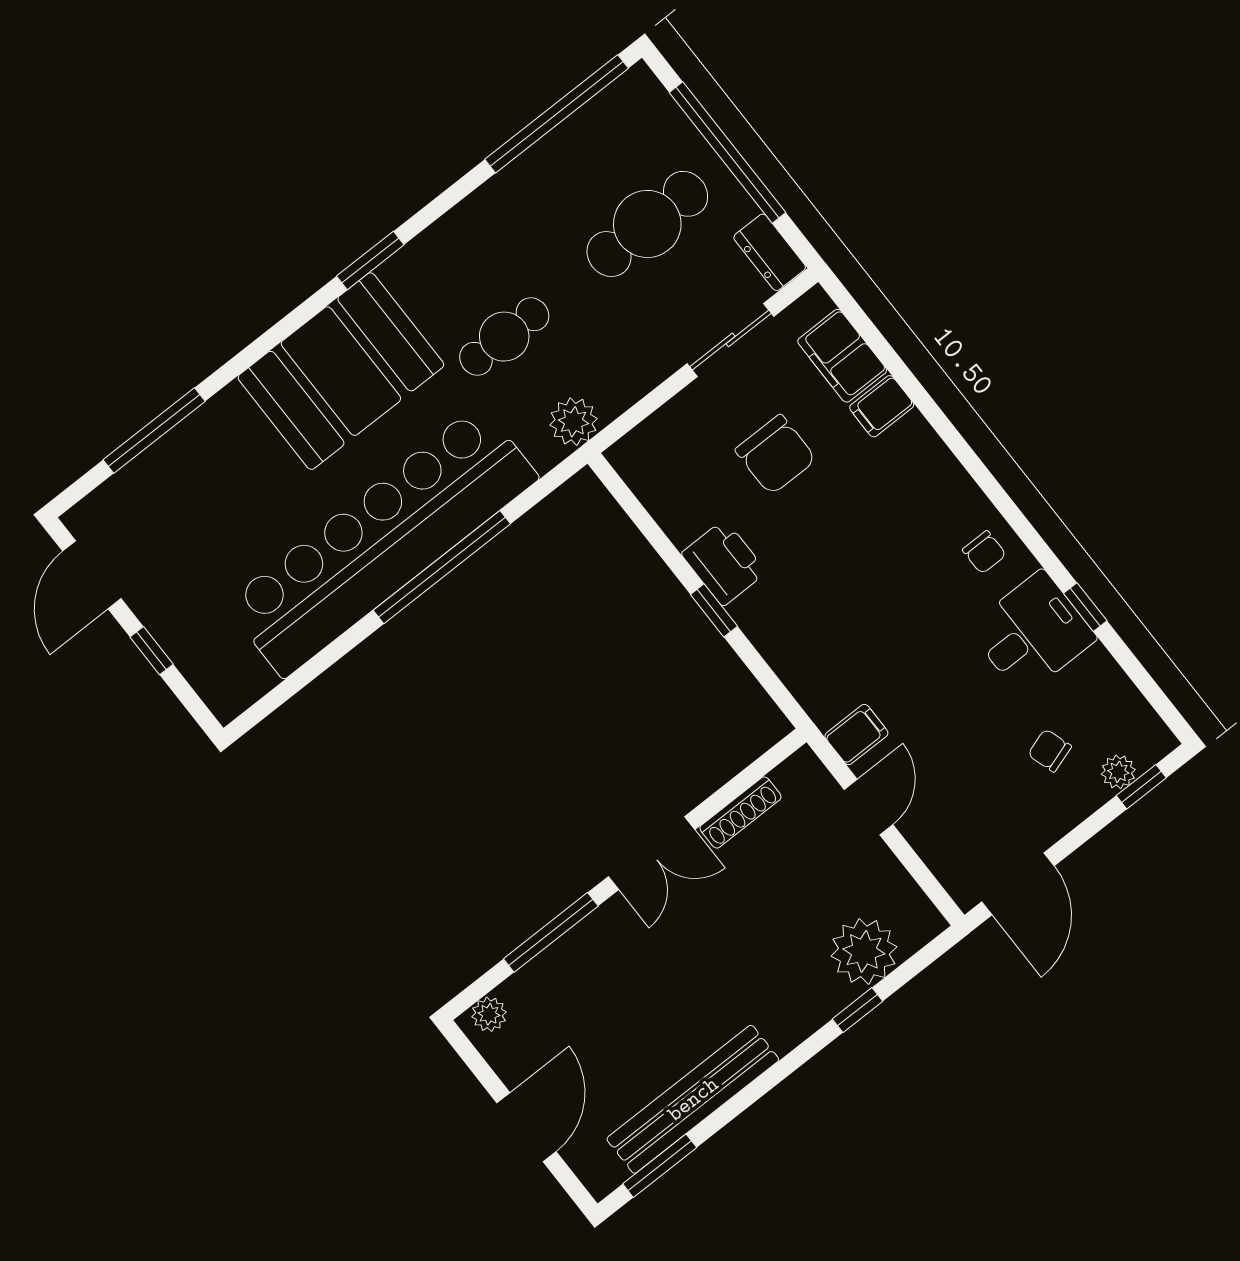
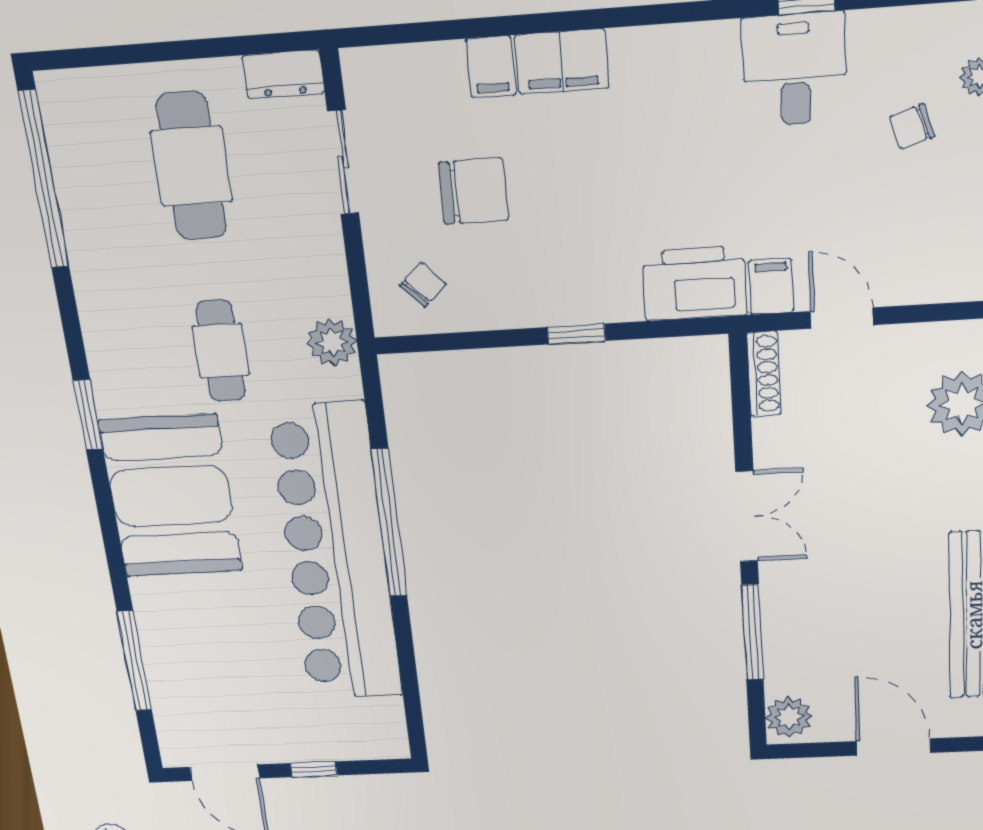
window: (727, 152) -> (166, 51), removed
filing cabinet: (842, 356) -> (562, 62), moved
chair: (984, 552) -> (423, 285), moved, turned -44
printer: (724, 563) -> (695, 283), moved, width x1.37, depth x1.19
shoe rack: (741, 812) -> (764, 374), moved
plant: (489, 1014) -> (789, 717), width x1.38, depth x1.38

